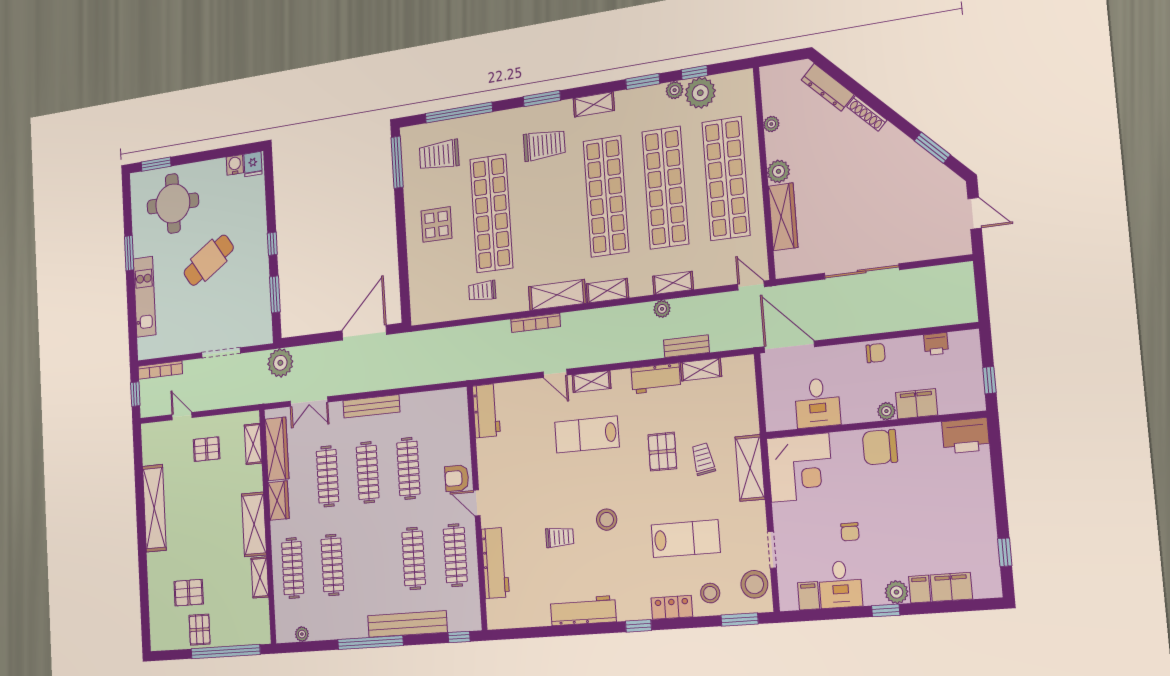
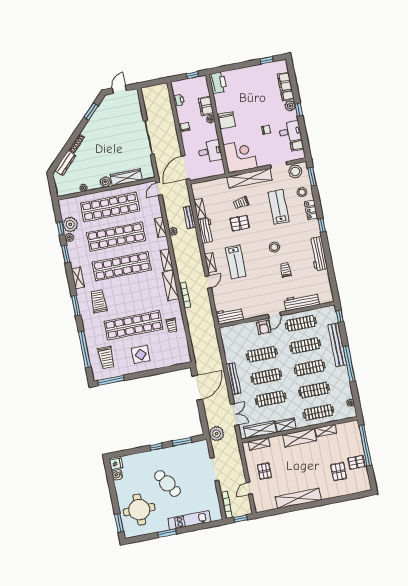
door: (364, 333) -> (197, 388), swing flipped
shelving: (750, 468) -> (250, 178), width x1.47
clothes rail: (373, 562) -> (310, 368), added

